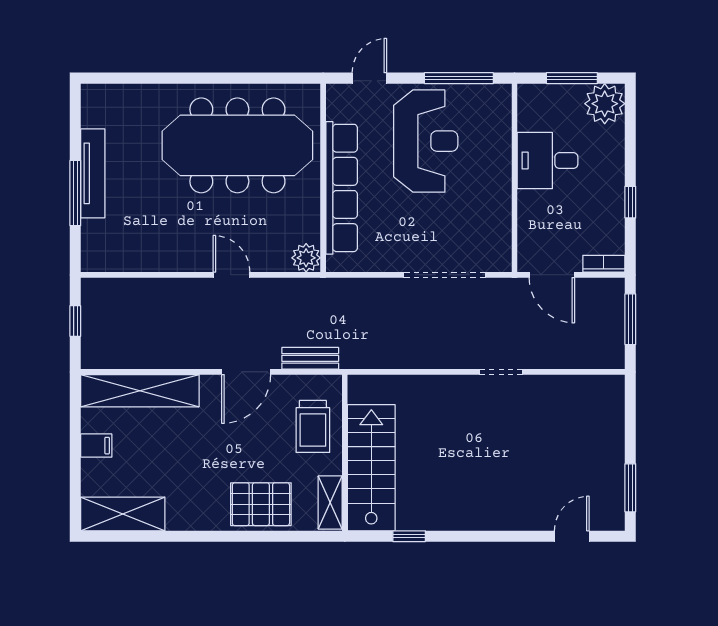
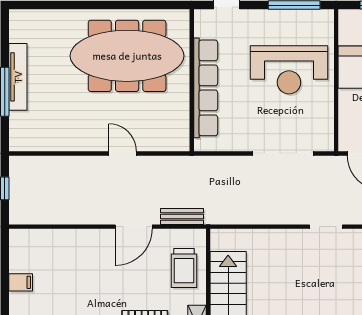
reception desk: (426, 141) -> (289, 70), moved, turned 90
plant: (306, 258) -> (179, 141), removed
shelving: (140, 391) -> (53, 241), removed

